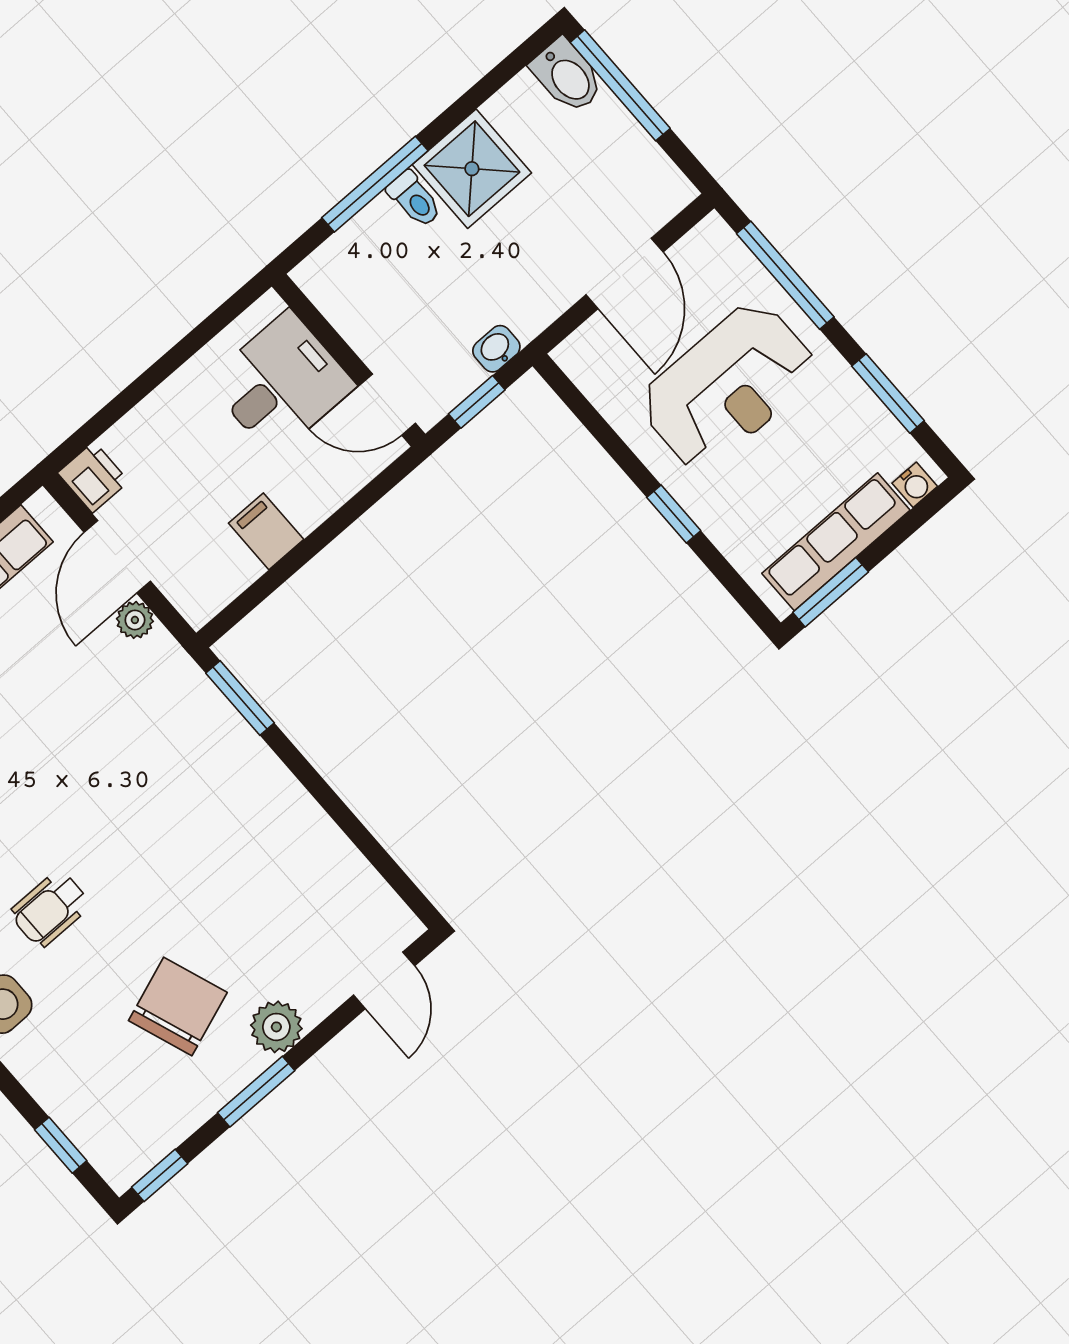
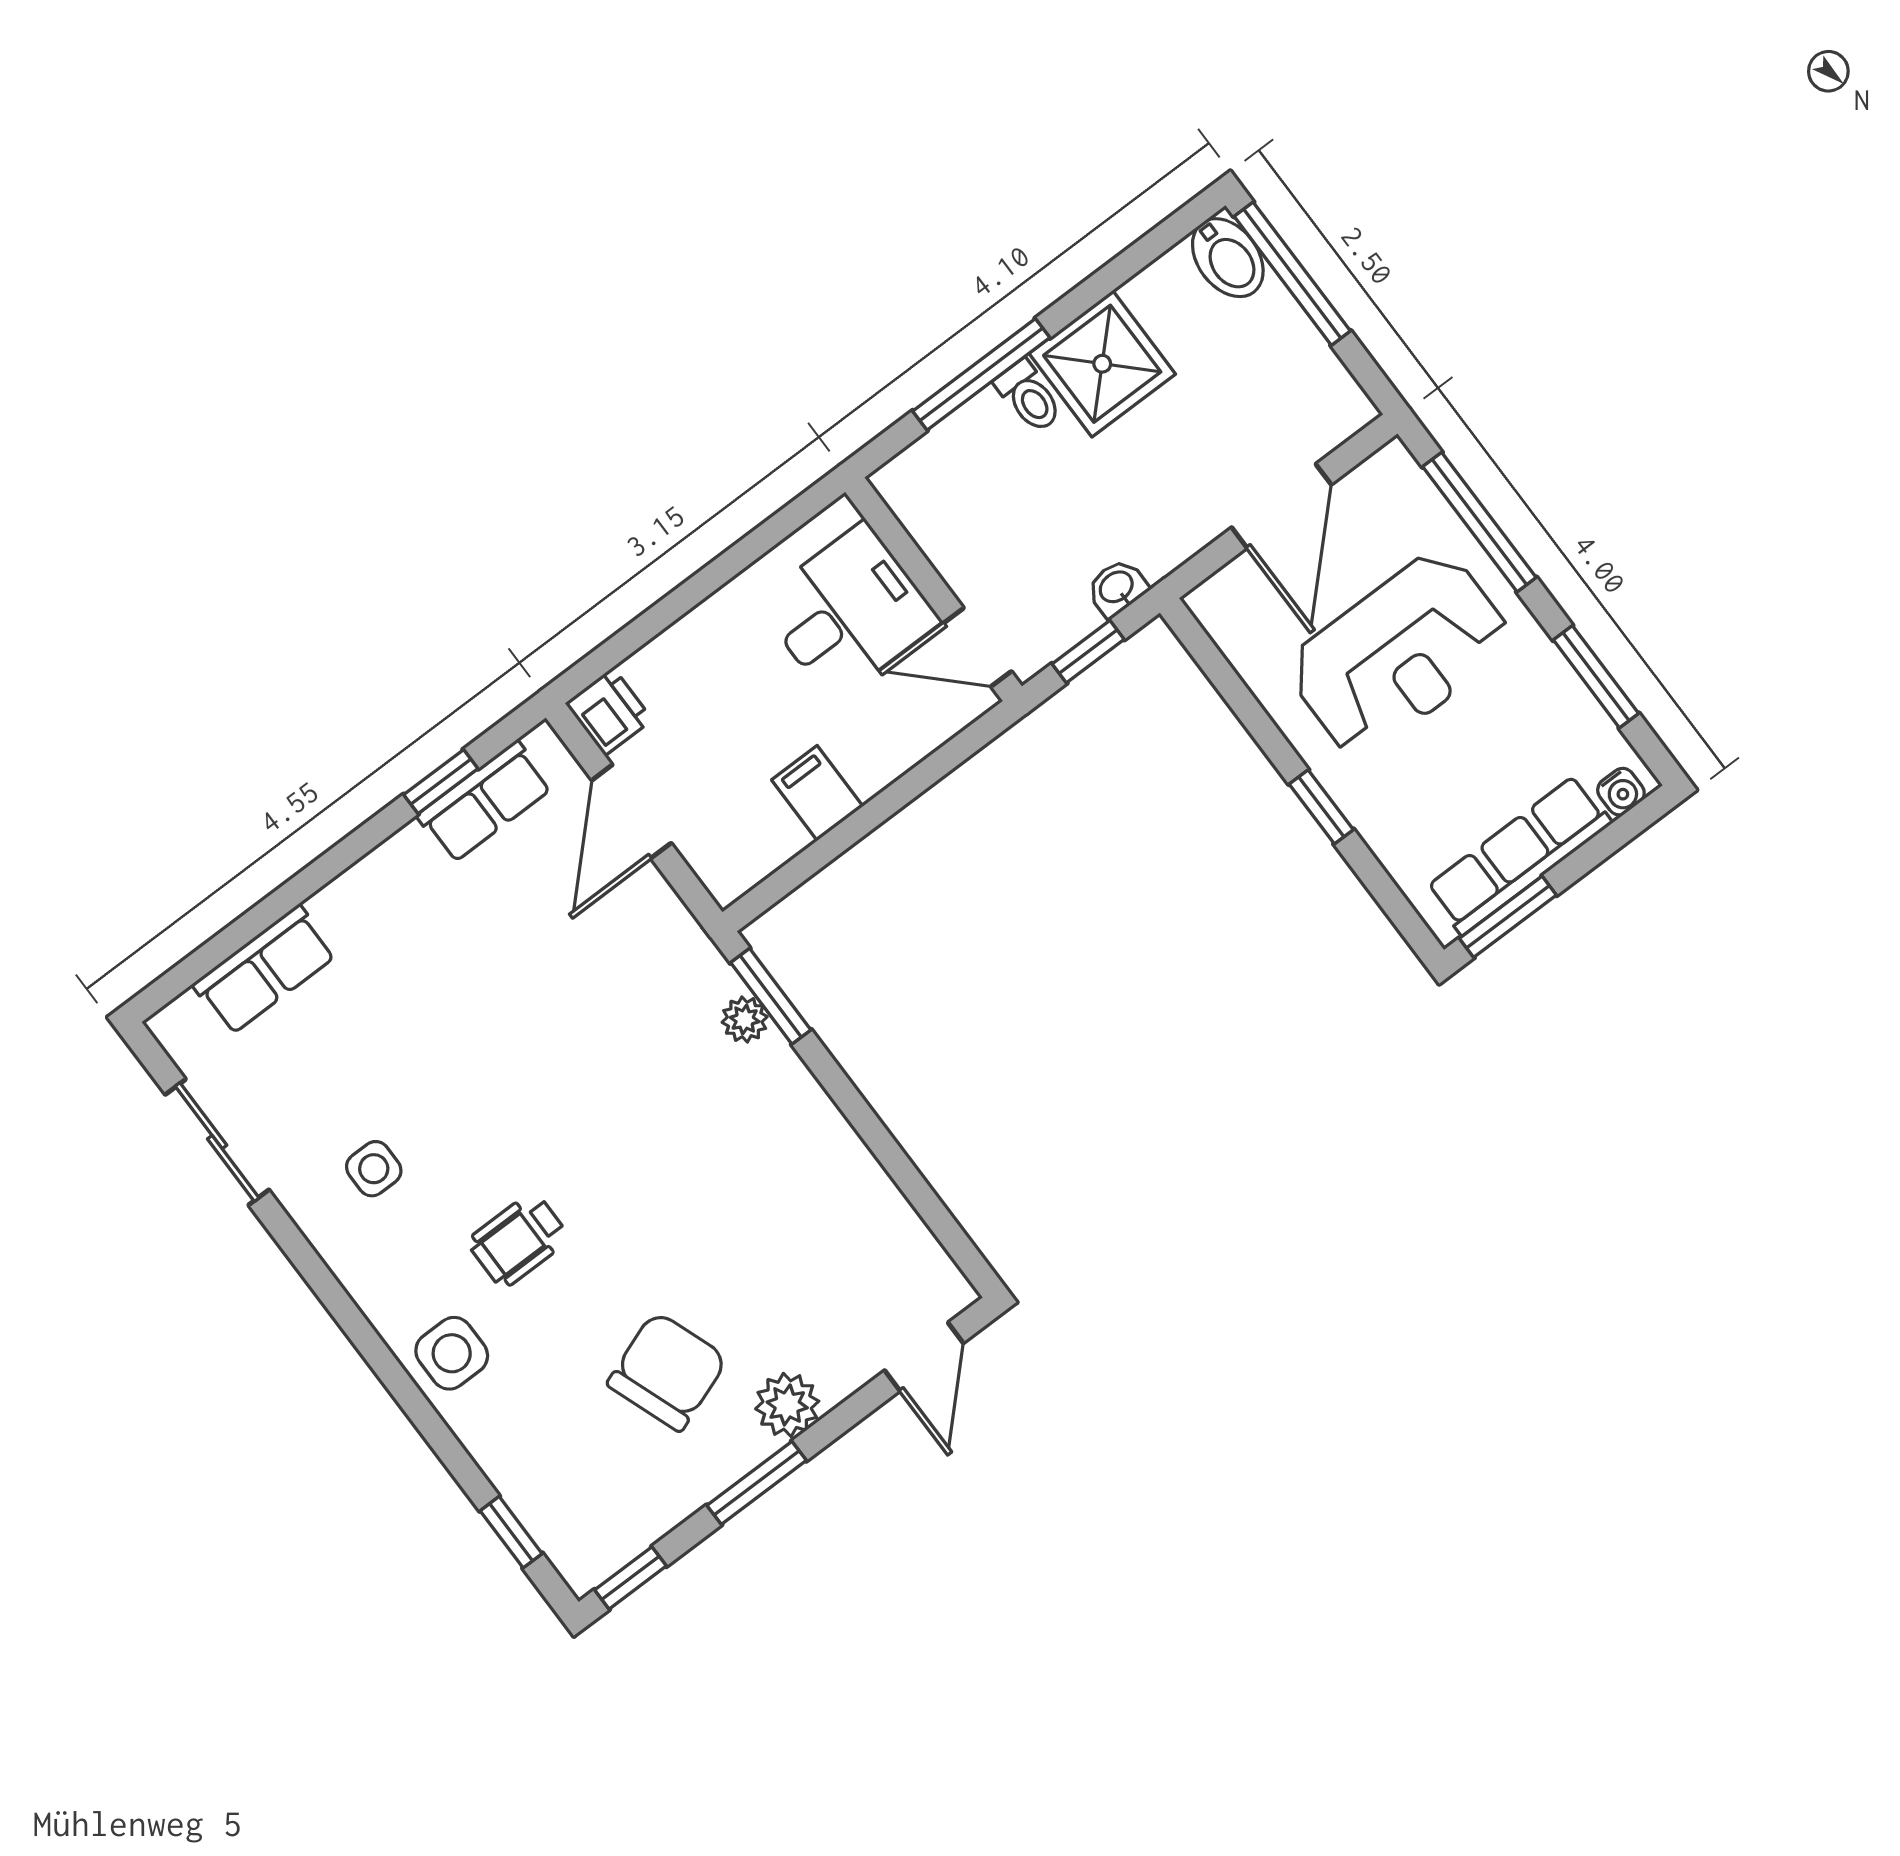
plant: (135, 620) -> (745, 1019), moved

